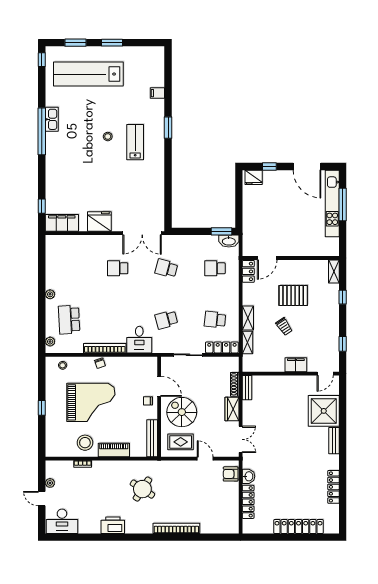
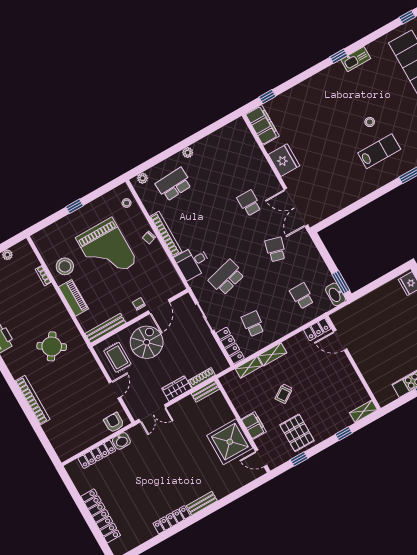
window: (42, 131) -> (339, 56), width x0.32
pallet: (293, 295) -> (297, 433), moved
school desk: (166, 320) -> (227, 277), width x1.85
shower: (324, 411) -> (230, 442), moved
locker: (334, 487) -> (172, 520), moved

